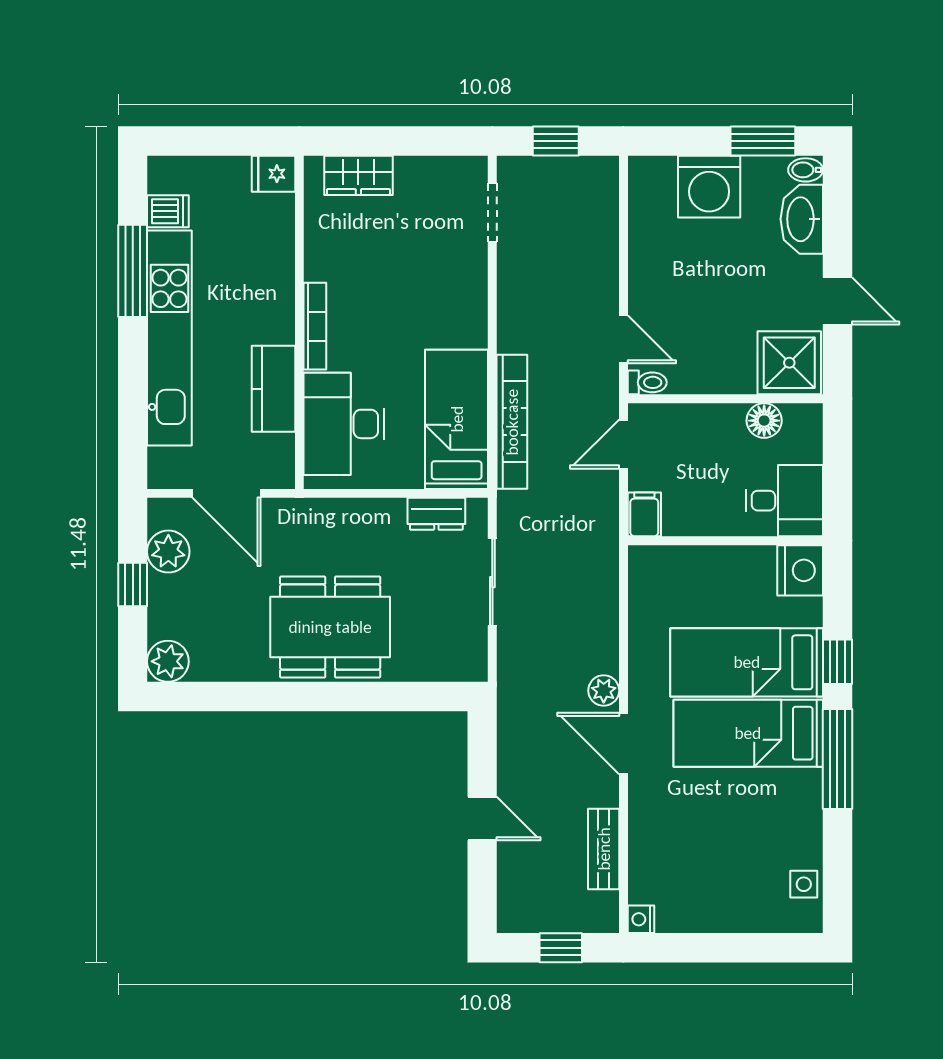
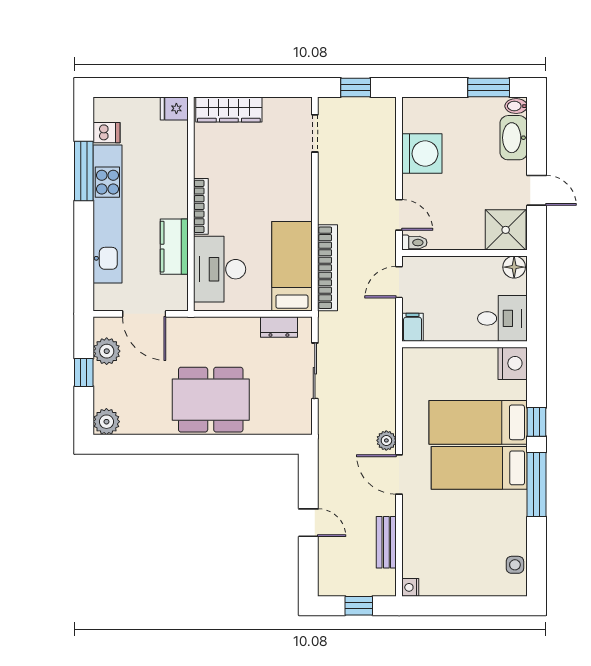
wardrobe: (358, 175) -> (229, 110), width x1.50
washing machine: (709, 187) -> (422, 154), moved, turned -90
floor lamp: (764, 421) -> (514, 267), moved

